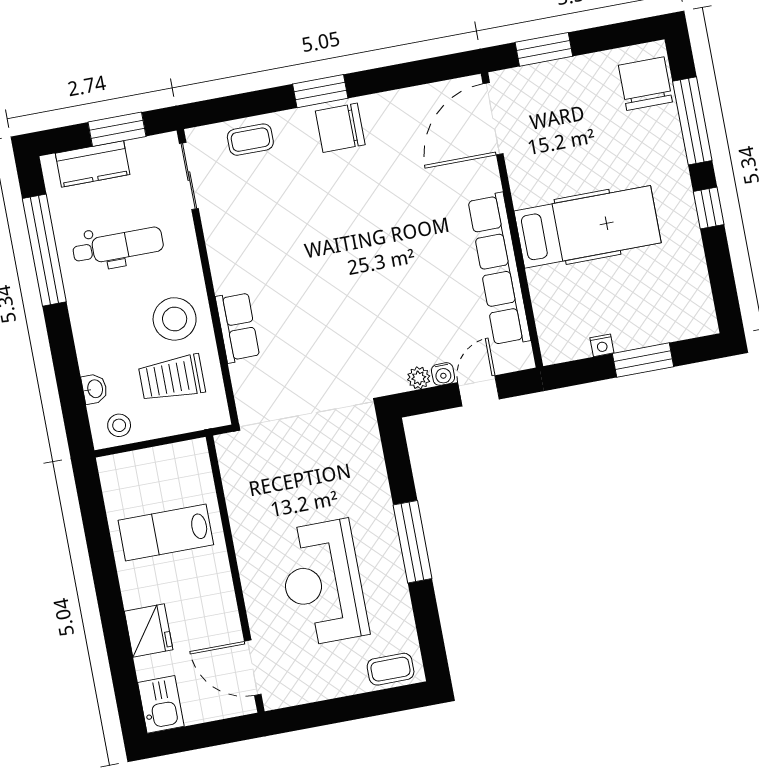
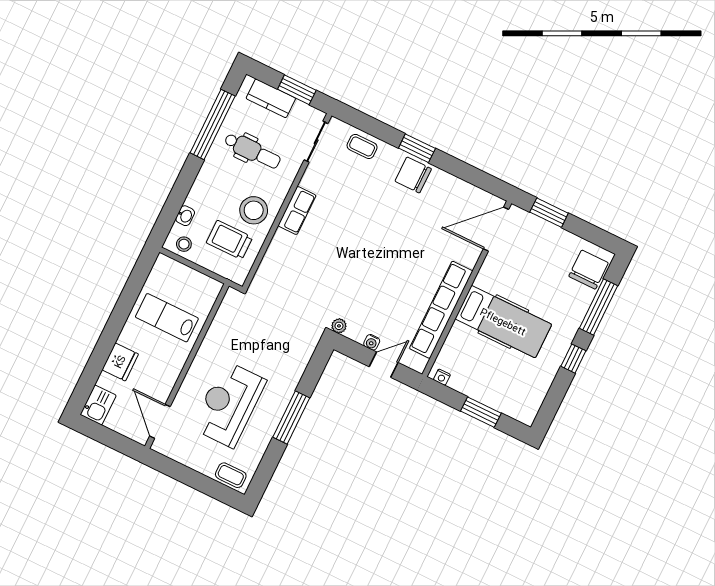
row of seats: (238, 327) -> (297, 211), moved
nightstand: (602, 345) -> (442, 377), moved
plant: (419, 378) -> (339, 326), moved

